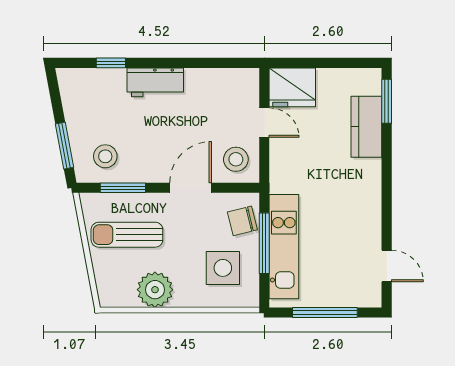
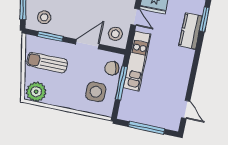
kitchen unit: (284, 247) -> (137, 61), moved
plant: (155, 290) -> (36, 92), moved

